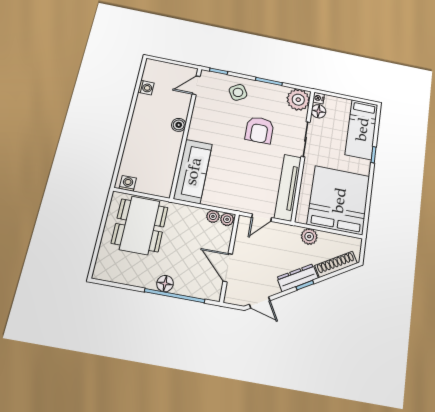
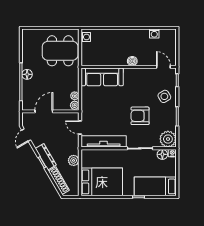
bed: (339, 200) -> (102, 182), width x0.73

